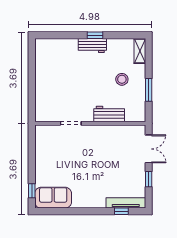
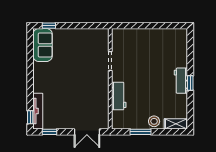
stool: (122, 79) -> (154, 121), moved
window: (149, 179) -> (49, 132), moved
window: (121, 211) -> (30, 117), moved

